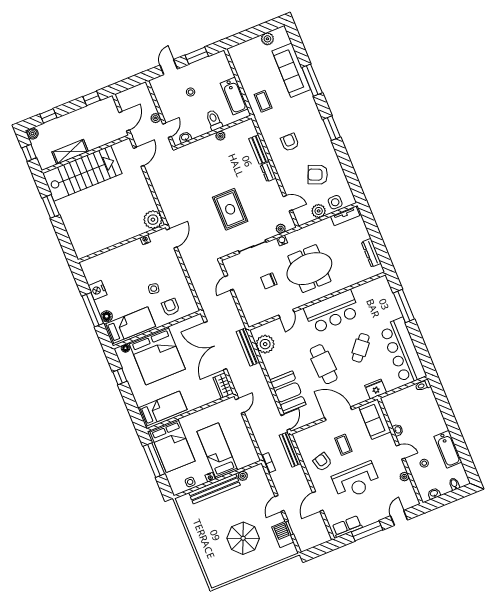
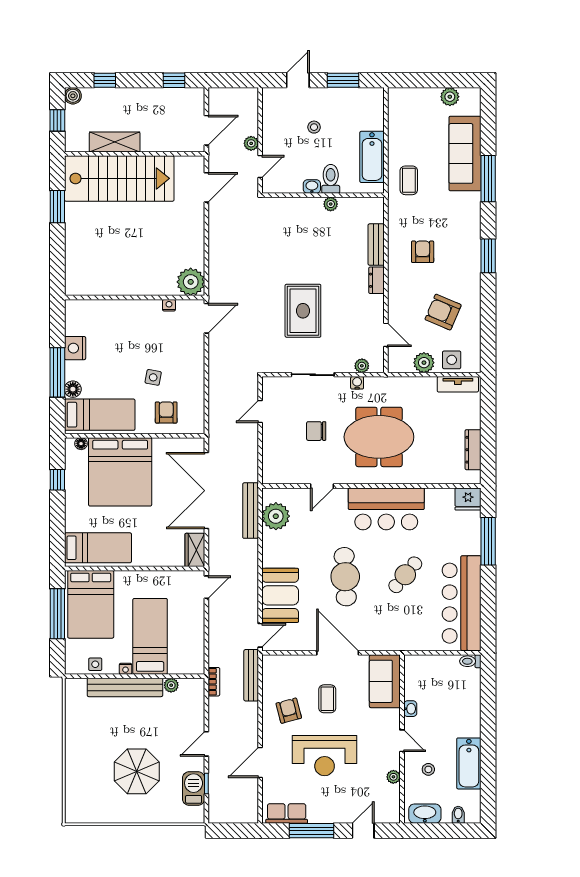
washbasin: (185, 137) -> (312, 187), moved
fridge: (376, 389) -> (468, 499), moved, turned 180
washbasin: (434, 494) -> (425, 814), width x1.91, depth x1.45

